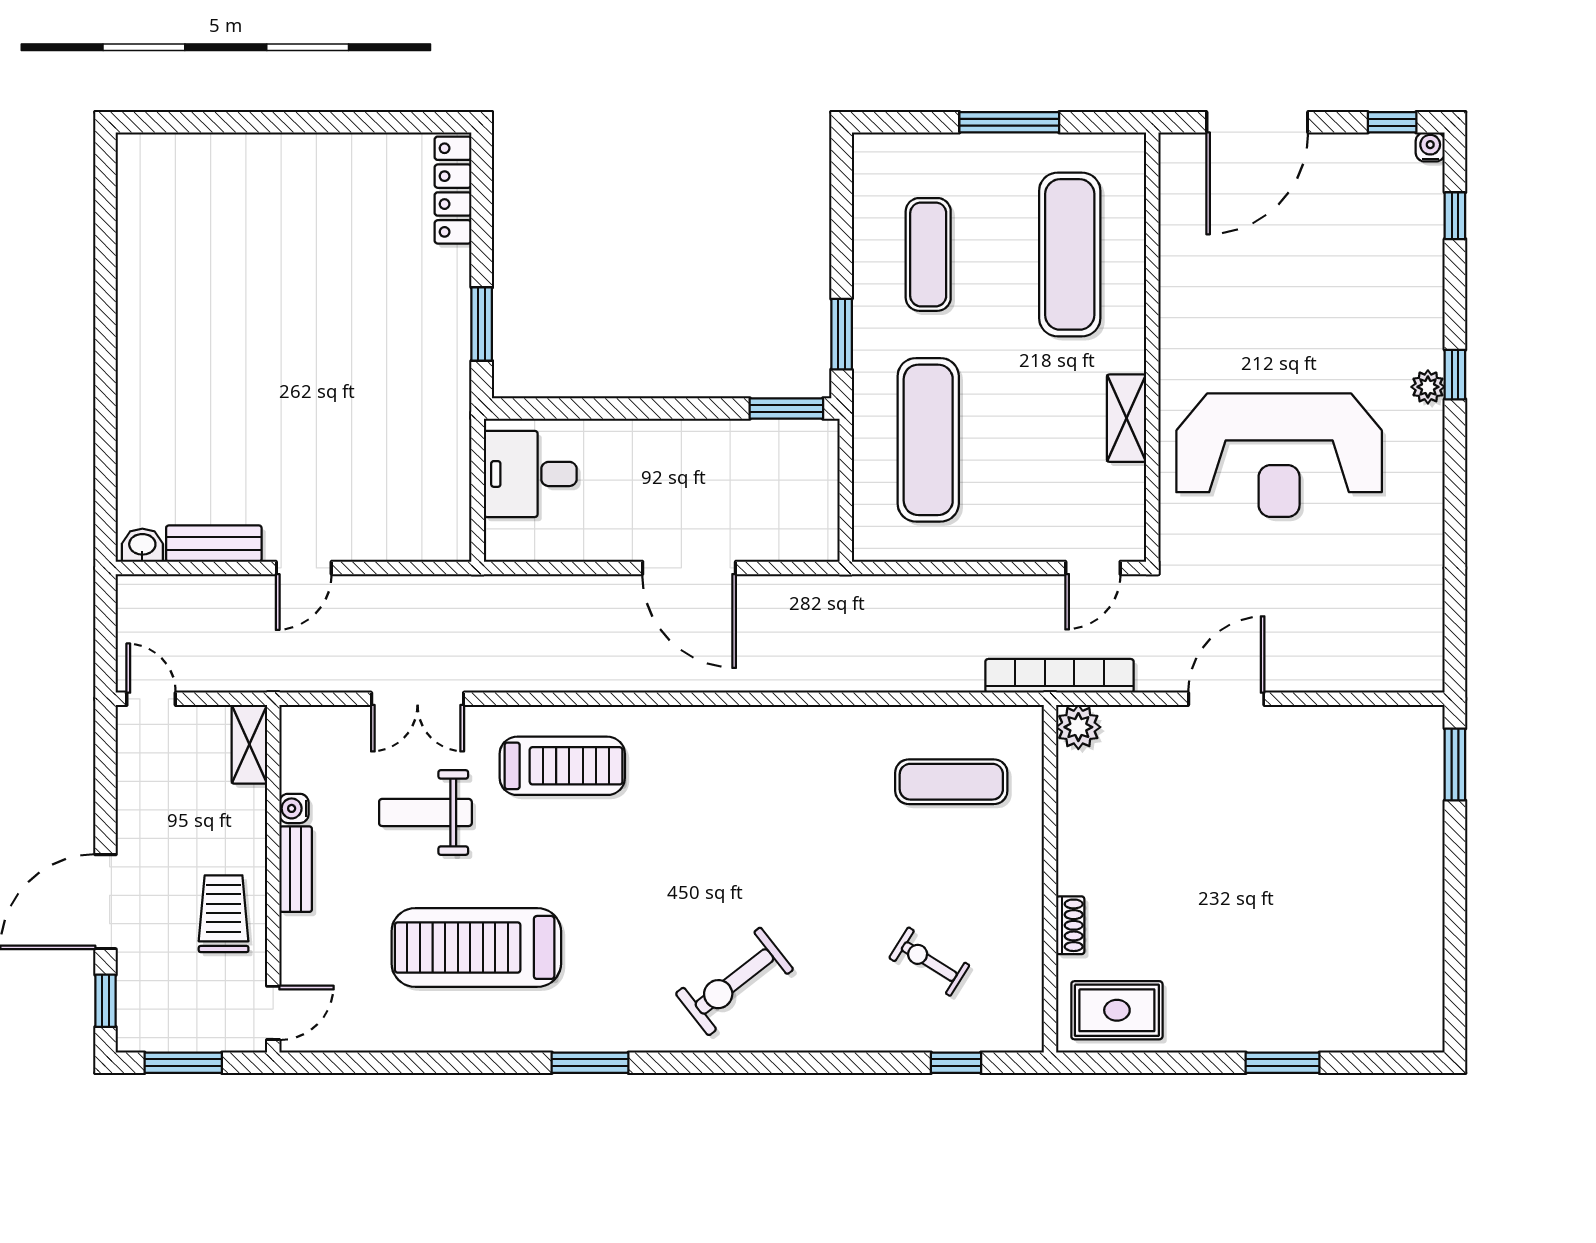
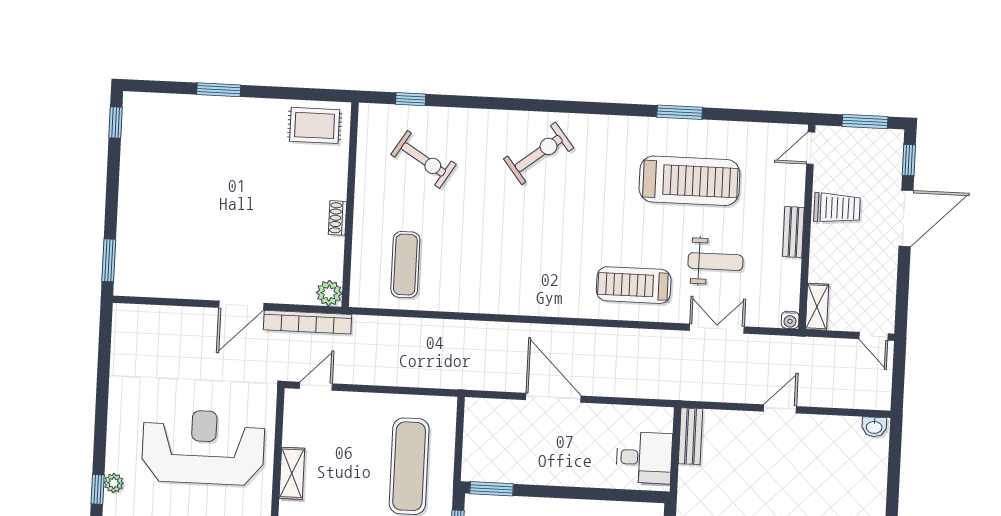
bench: (214, 544) -> (690, 436), moved, turned 90
bookcase: (1059, 676) -> (307, 322), moved
exercise mat: (951, 782) -> (405, 265), turned 90
water cooler: (294, 808) -> (790, 320), moved, turned 90
trolley: (224, 914) -> (837, 208), turned -90
shoe rack: (1070, 925) -> (338, 218), moved
exercise bike: (929, 962) -> (423, 159), width x1.38, depth x1.39
window: (1455, 999) -> (116, 122), added
window: (590, 1063) -> (680, 112), moved

